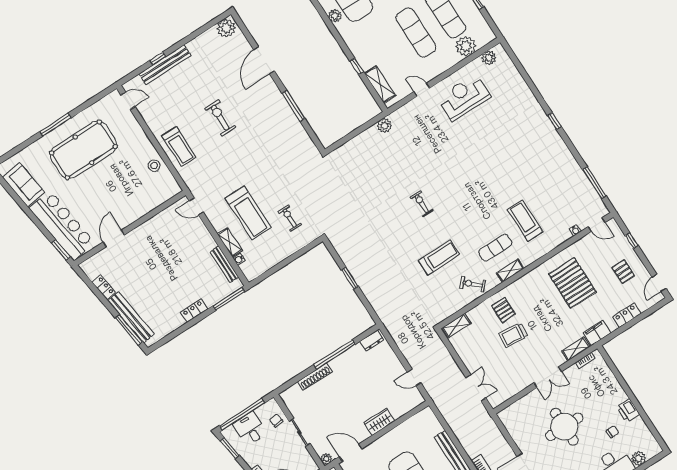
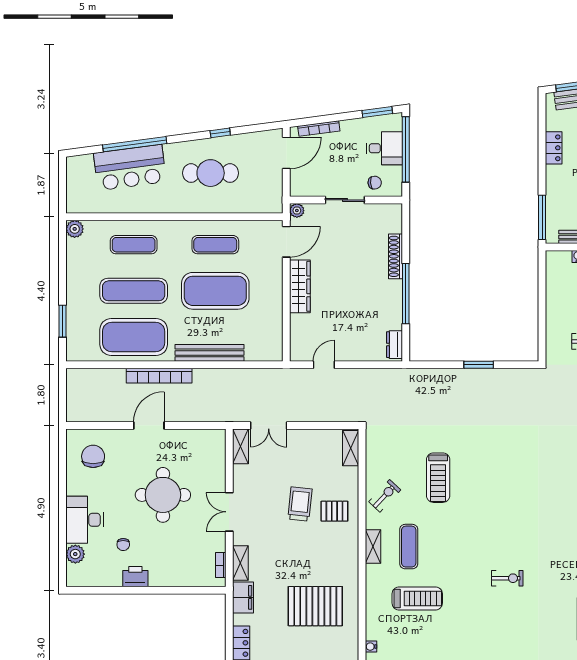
exercise bike: (422, 204) -> (507, 578), moved
locker: (194, 311) -> (554, 148), moved
shelving: (501, 397) -> (240, 446), added
wardrobe: (379, 422) -> (300, 286), width x1.50

